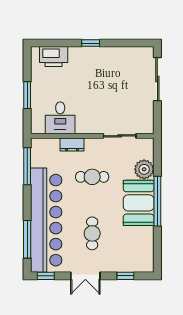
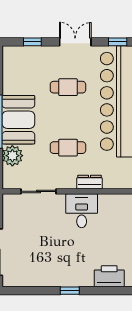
desk: (60, 118) -> (82, 211), moved
cafe table: (92, 233) -> (68, 87), turned 90

